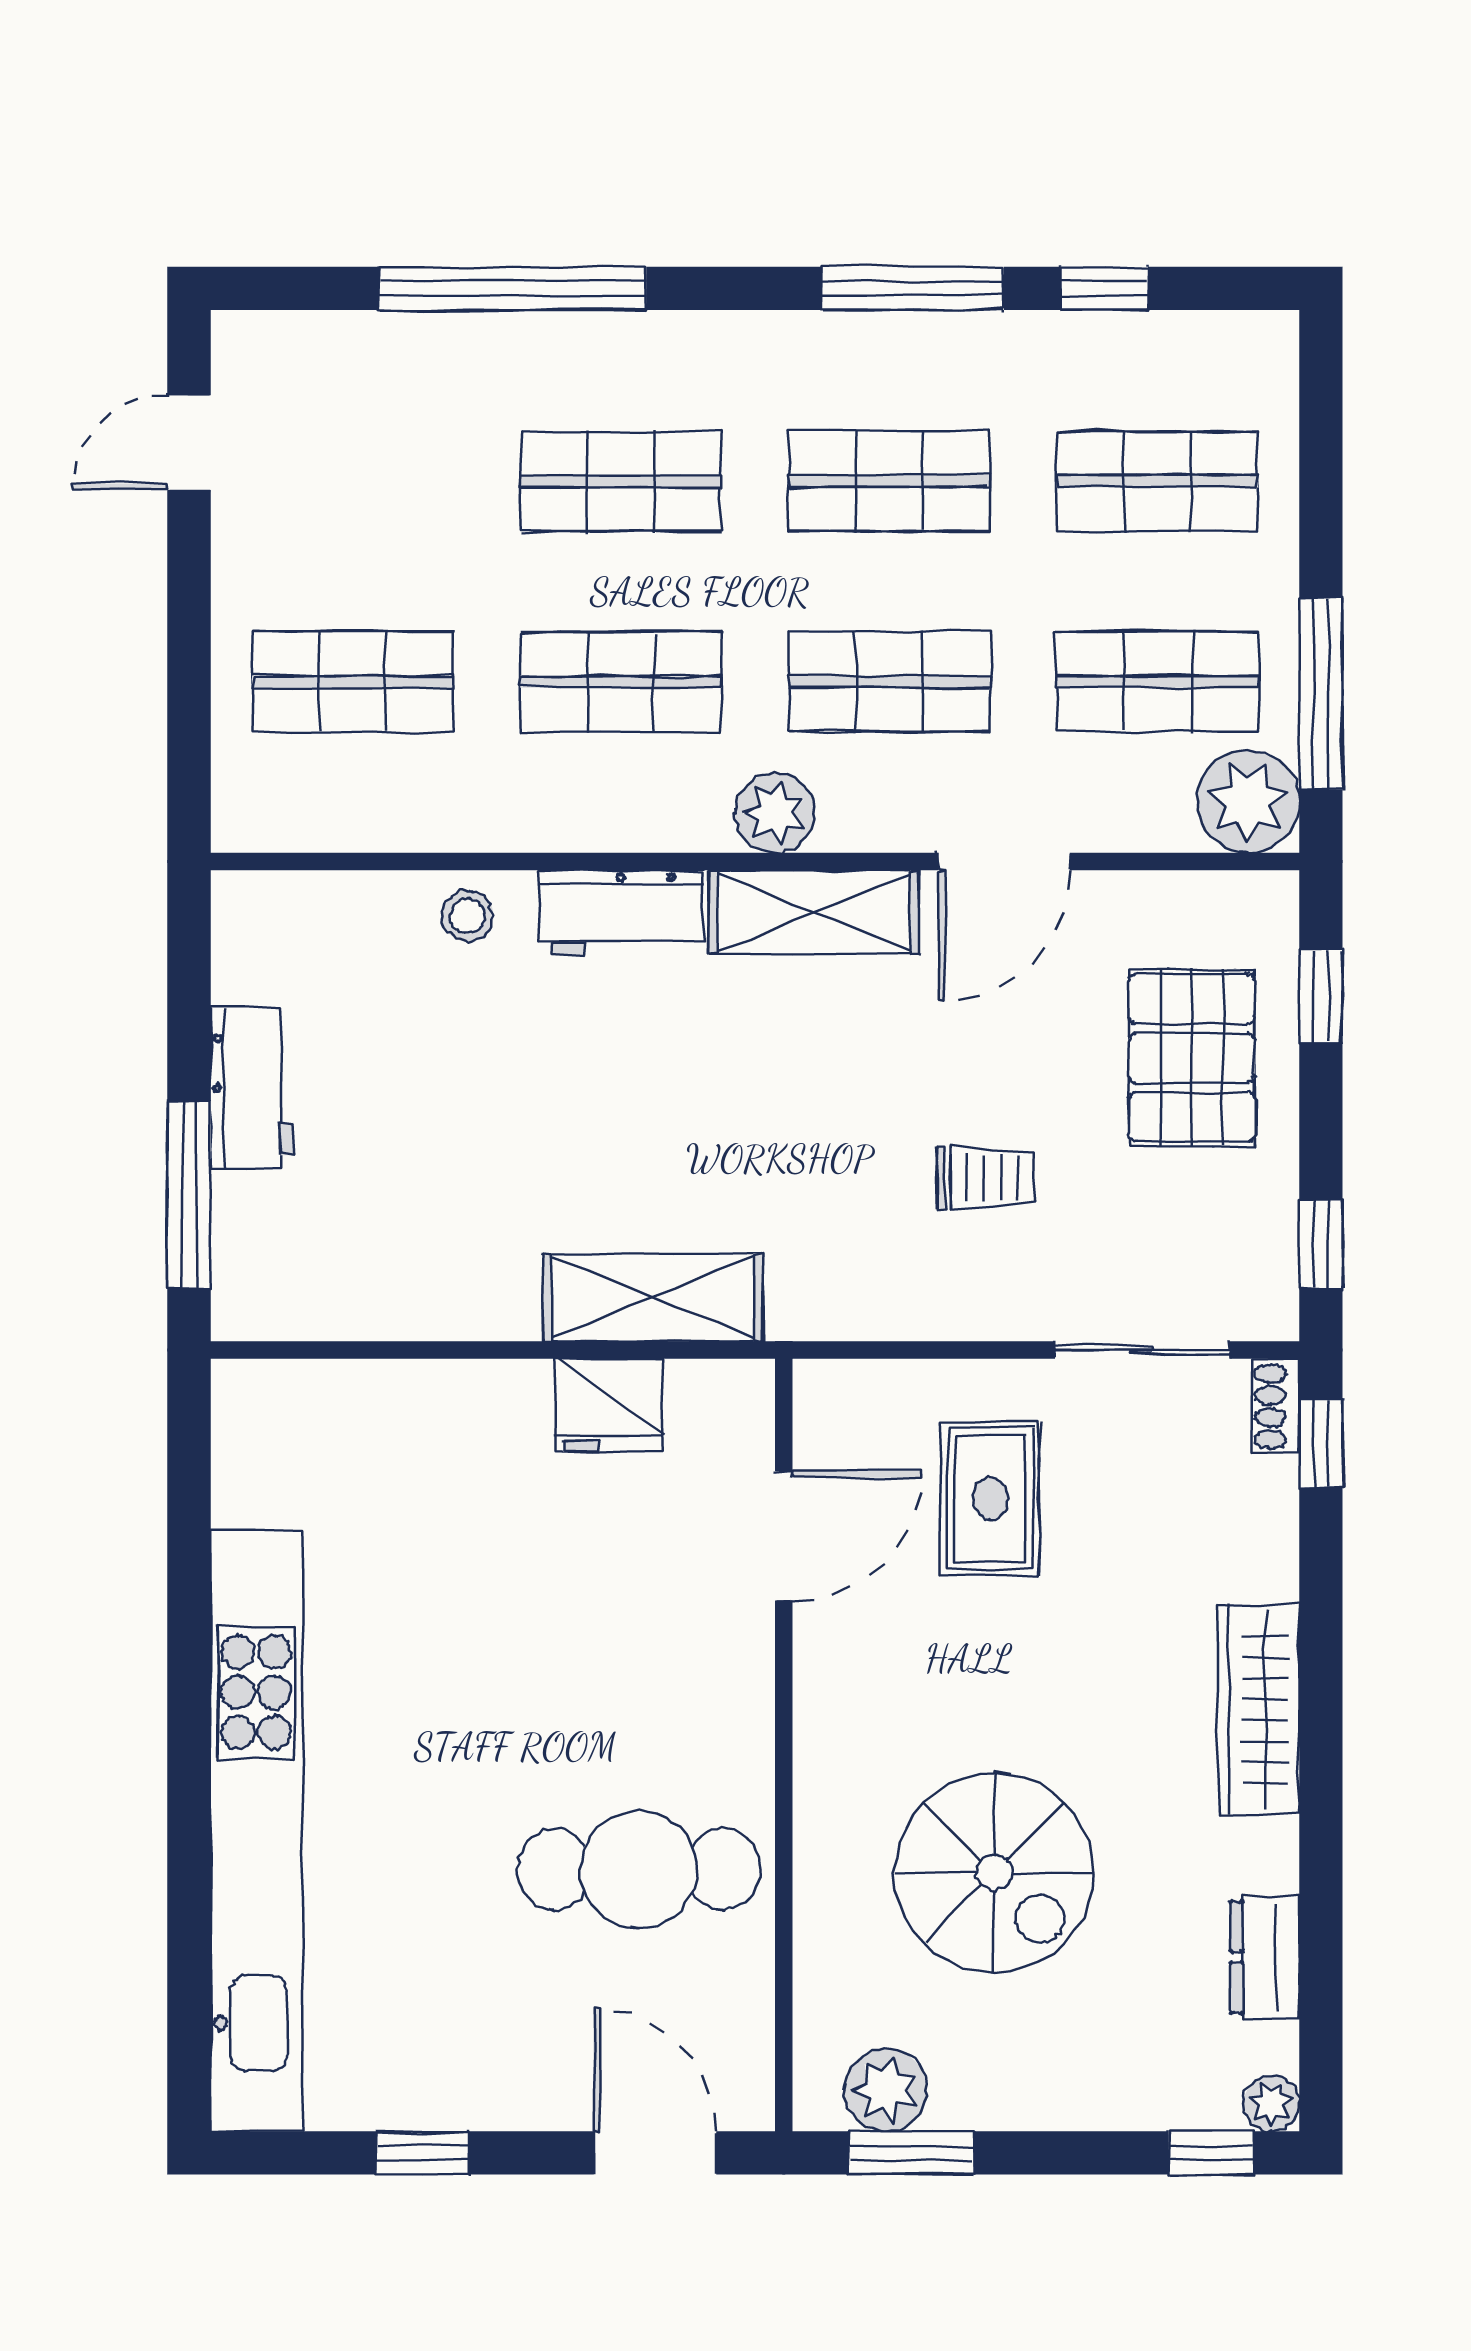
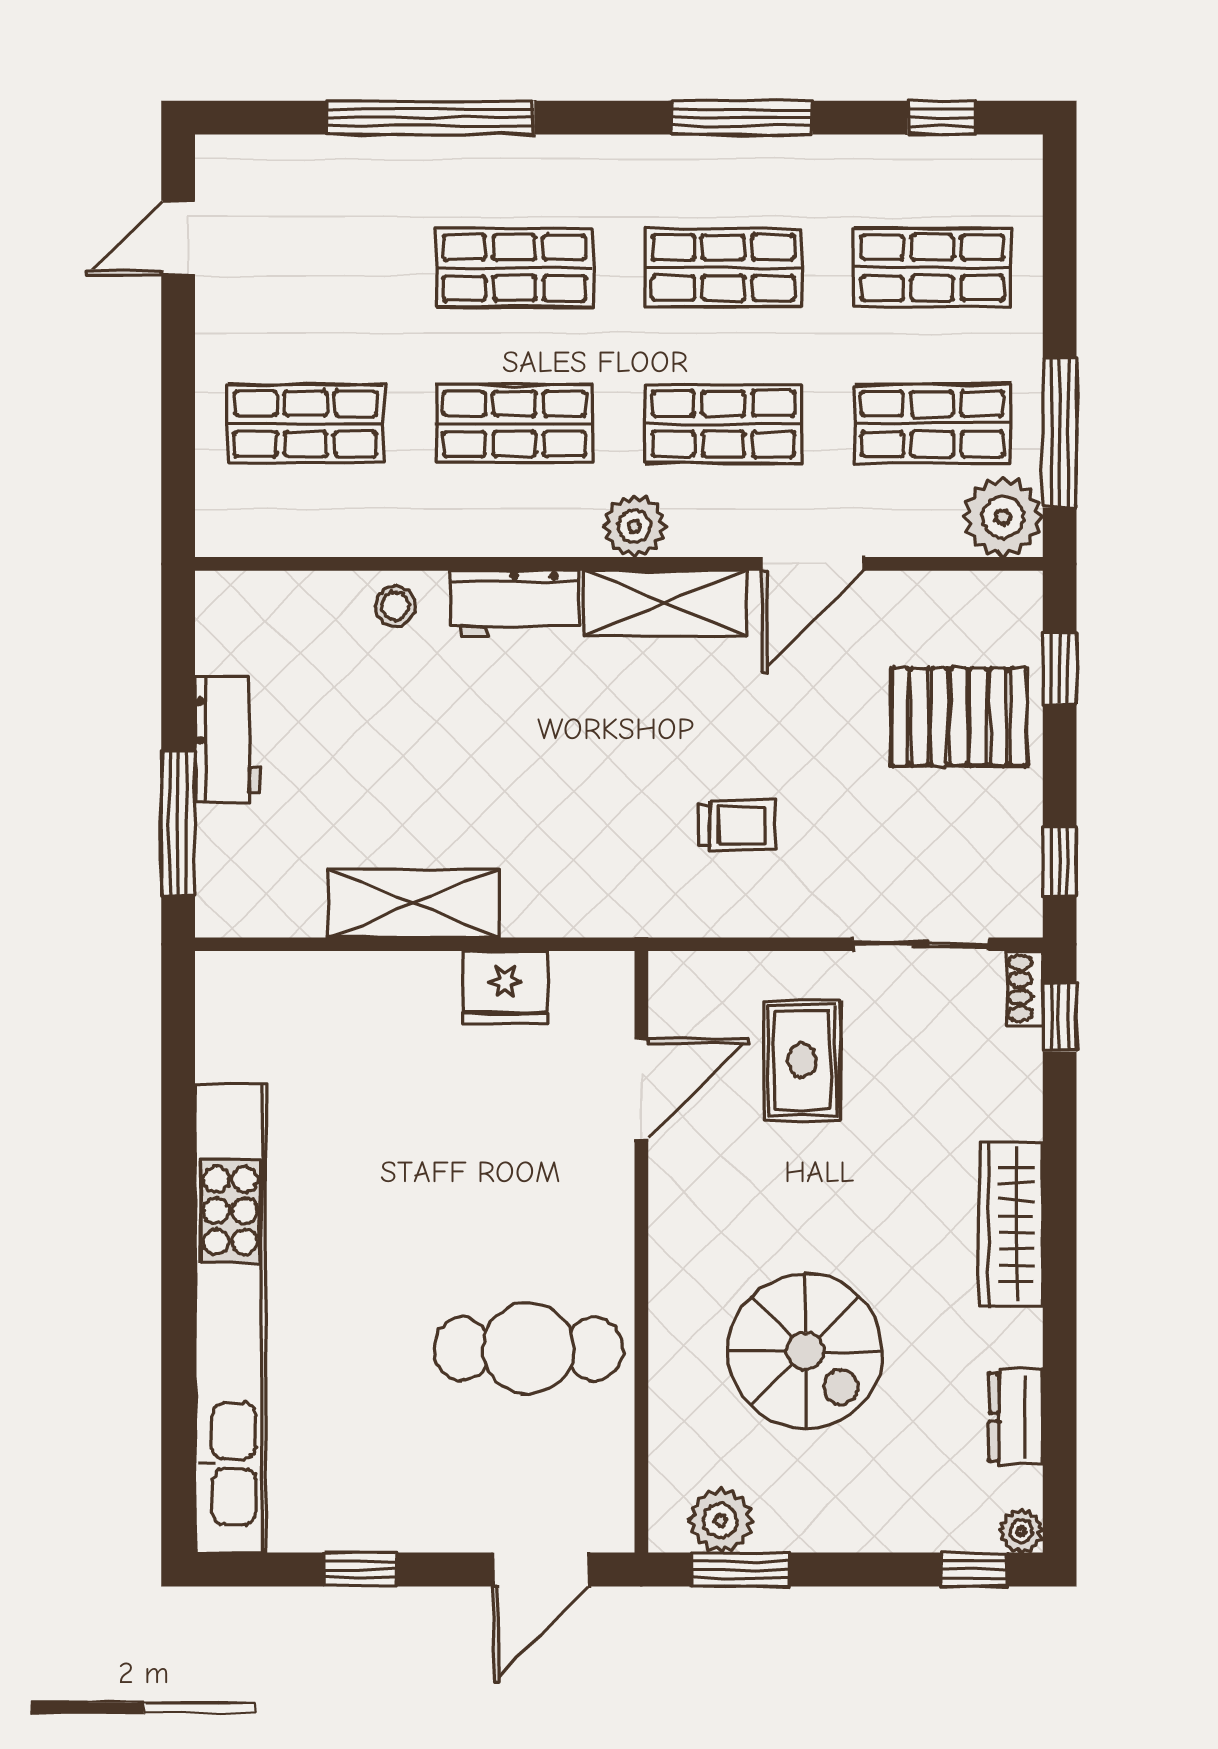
window: (1104, 288) -> (942, 118), moved
pallet: (1192, 1058) -> (959, 717), turned 90
trolley: (985, 1178) -> (737, 825), moved
shelving: (653, 1297) -> (413, 903), moved
door: (655, 2153) -> (541, 1570), swing flipped

